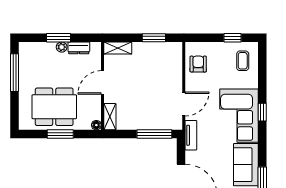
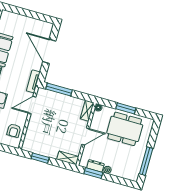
window: (59, 38) -> (93, 173), moved

